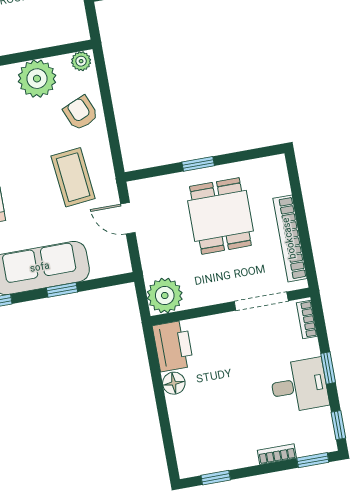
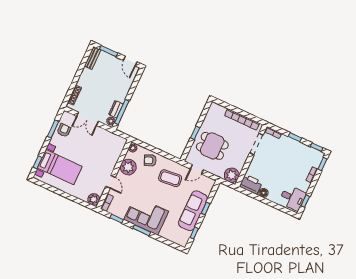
dining table: (220, 216) -> (212, 146), moved
desk: (299, 386) -> (292, 198), moved, turned 90

